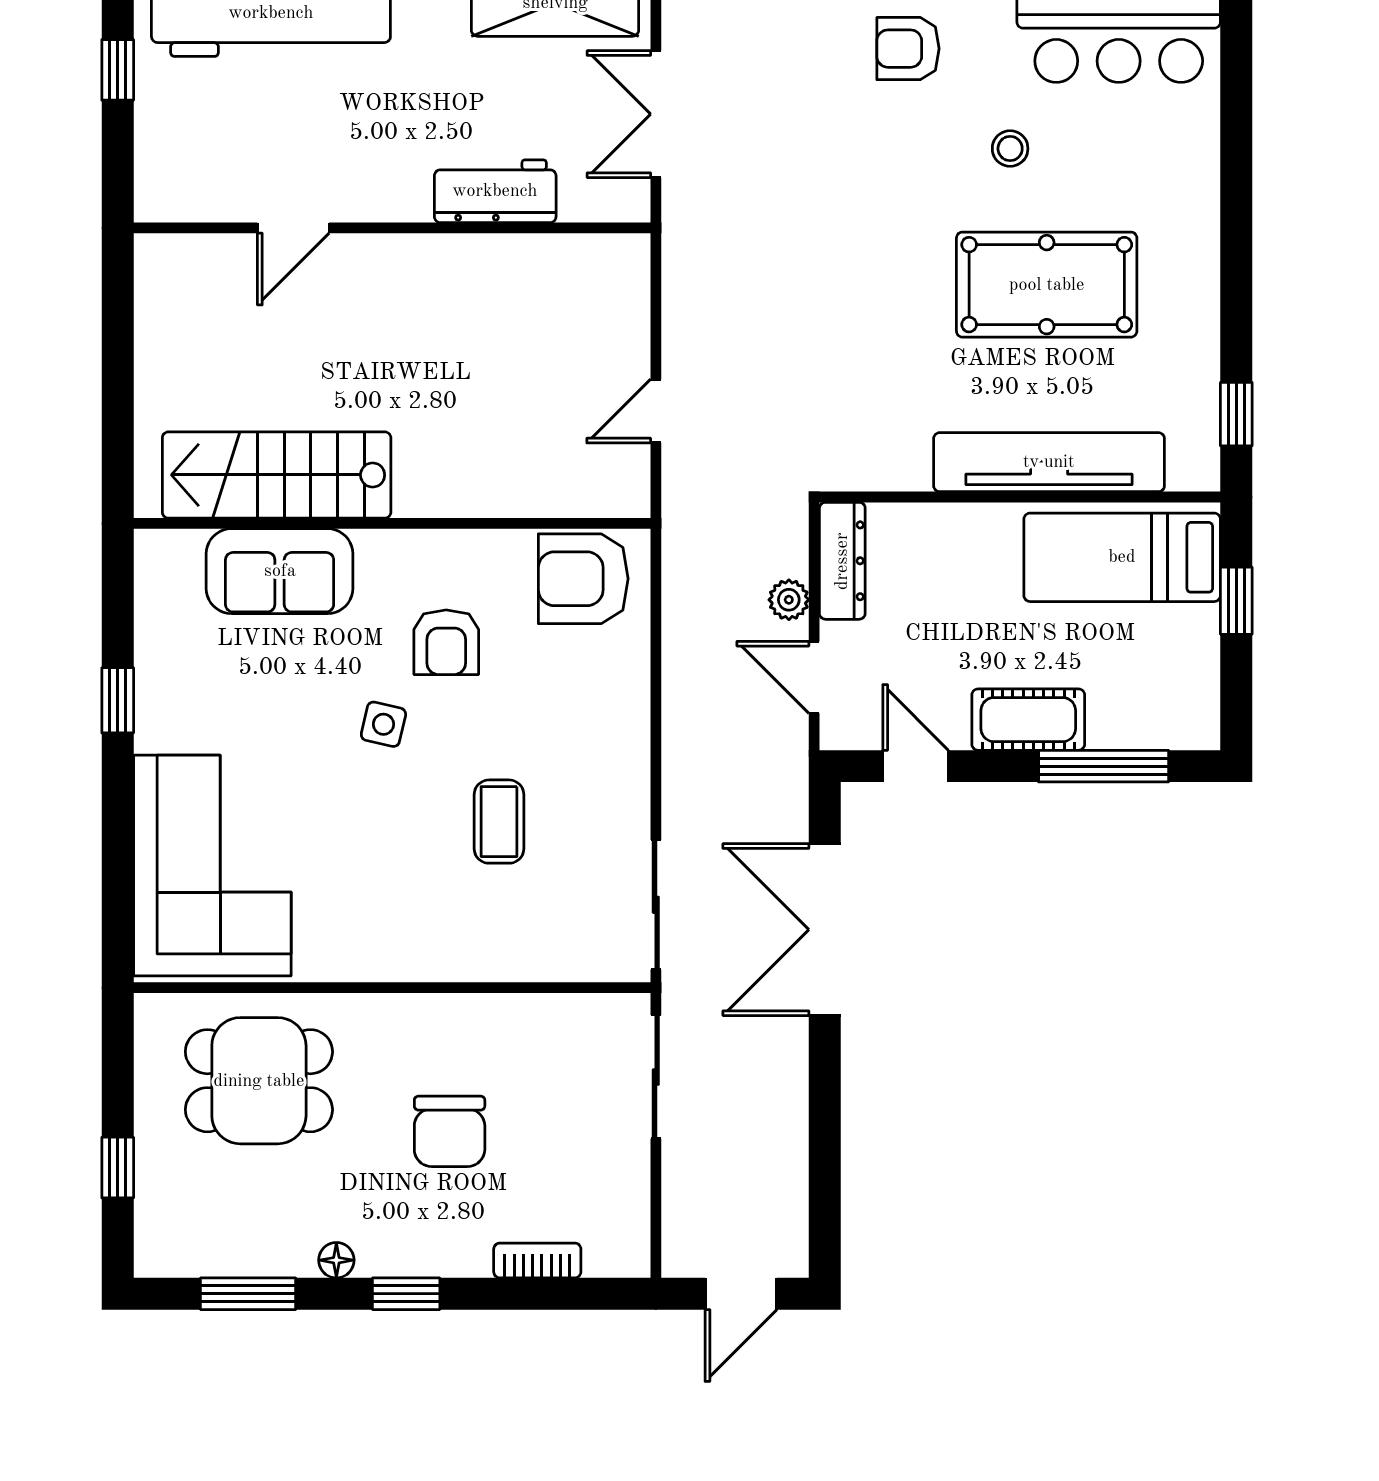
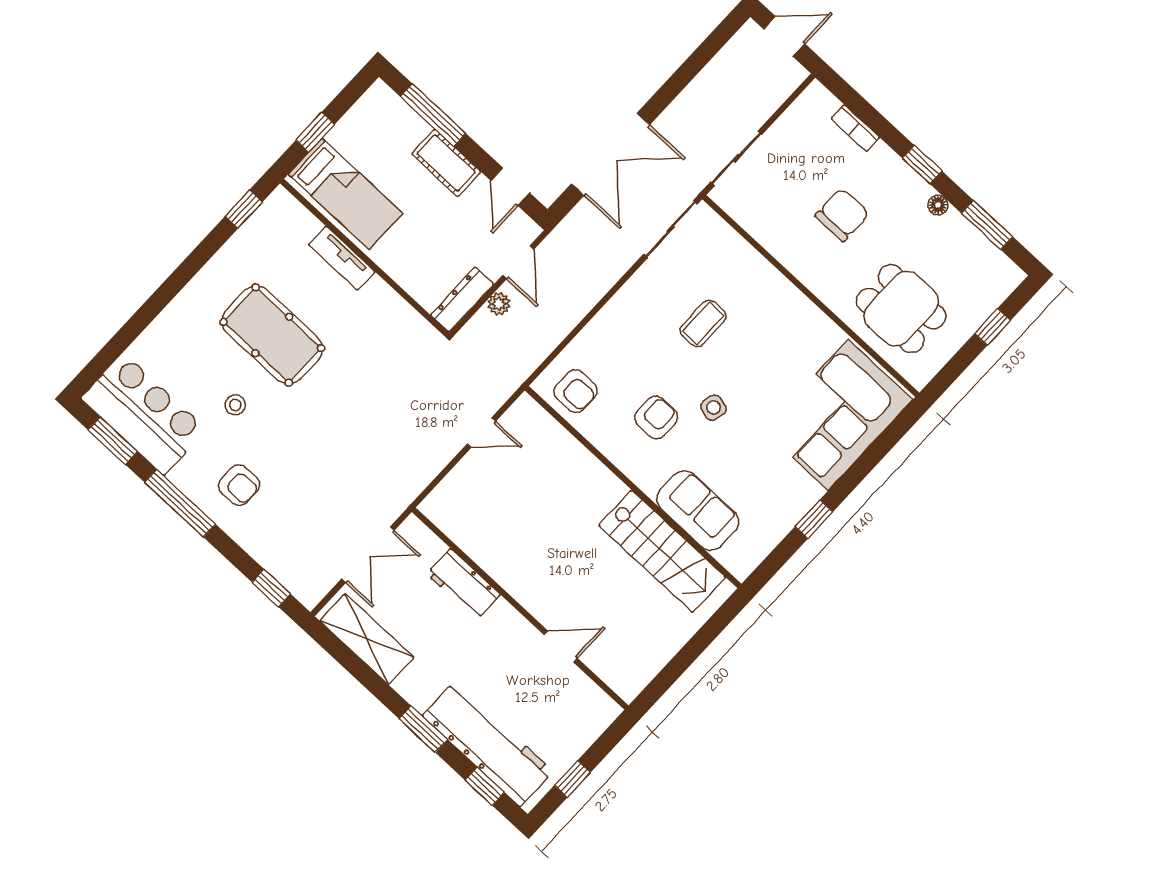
tv unit: (1049, 462) -> (342, 258), width x0.52, depth x0.78
armchair: (583, 579) -> (576, 391), width x0.72, depth x0.72

